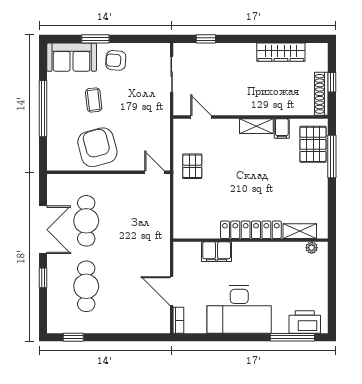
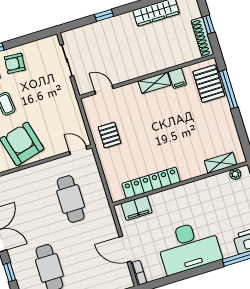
window: (206, 39) -> (104, 15), moved
cafe table: (86, 221) -> (71, 199), moved
locker: (251, 230) -> (151, 183), moved
filing cabinet: (217, 252) -> (137, 208), moved

